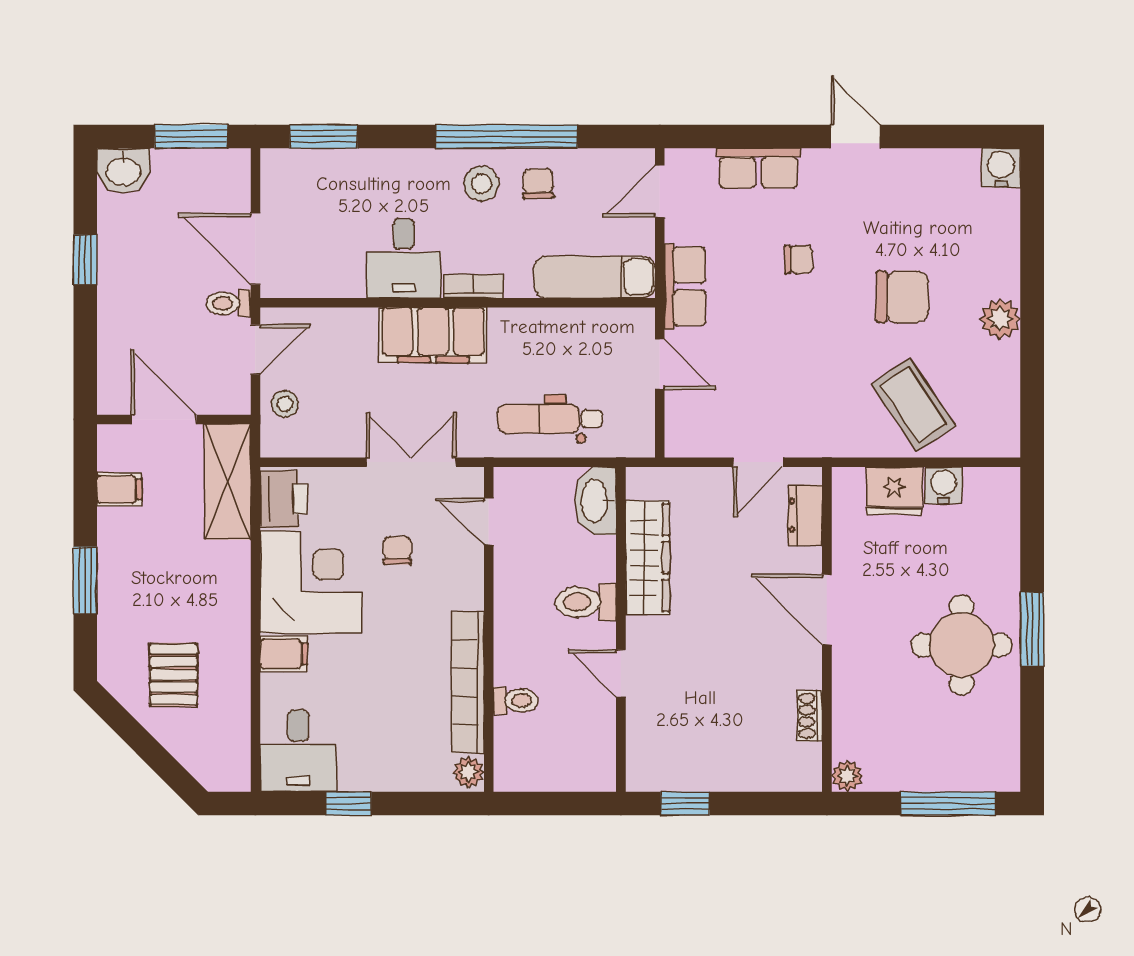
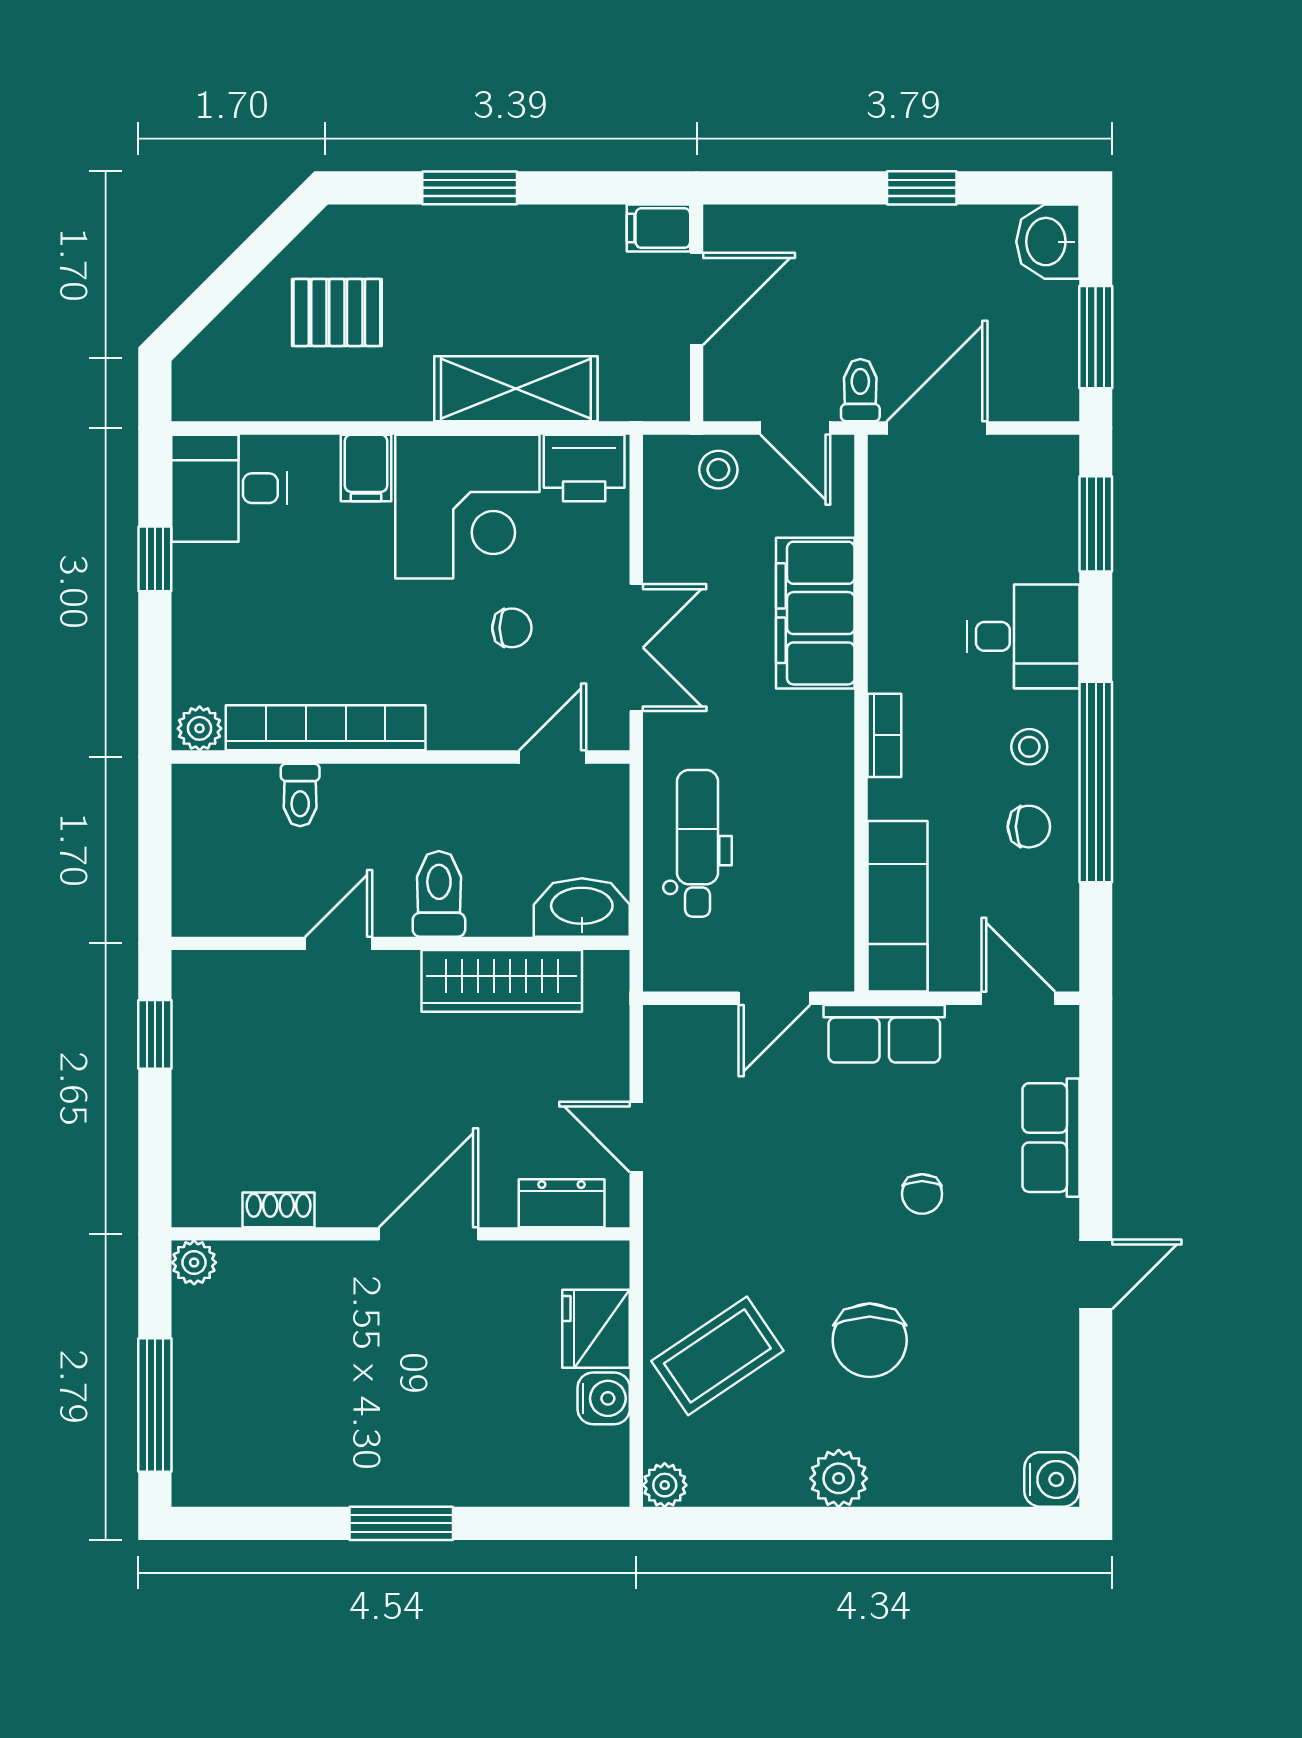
stool: (481, 184) -> (1029, 747), width x0.73, depth x0.73
desk: (404, 258) -> (1023, 636), moved, turned 180
filing cabinet: (433, 335) -> (815, 613), moved
plant: (1005, 442) -> (665, 1485), added
shelving: (228, 482) -> (516, 389), moved
filing cabinet: (119, 489) -> (658, 228), moved, turned 90
round table: (962, 645) -> (379, 1424), removed

